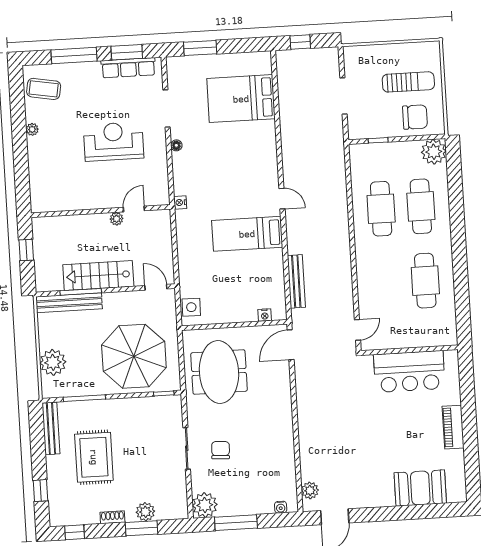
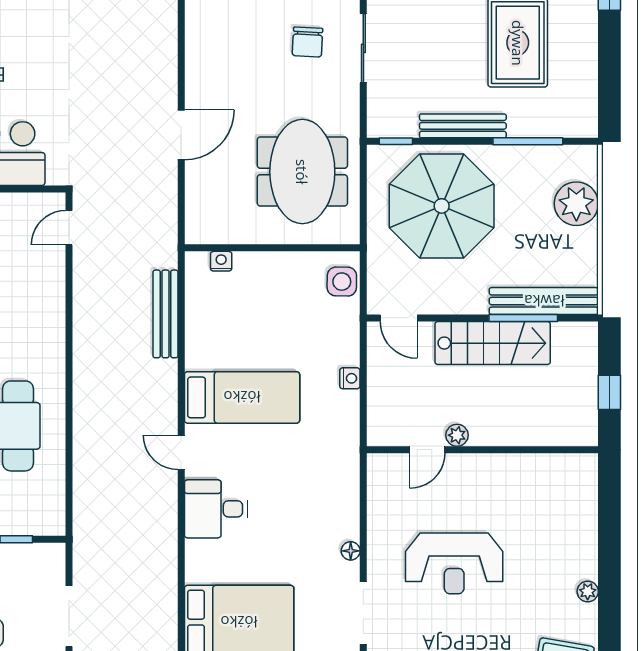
desk: (259, 166) -> (216, 509), added
nightstand: (180, 202) -> (350, 378), moved
door: (291, 345) -> (181, 135), moved
bench: (51, 428) -> (463, 126), moved, turned 90

